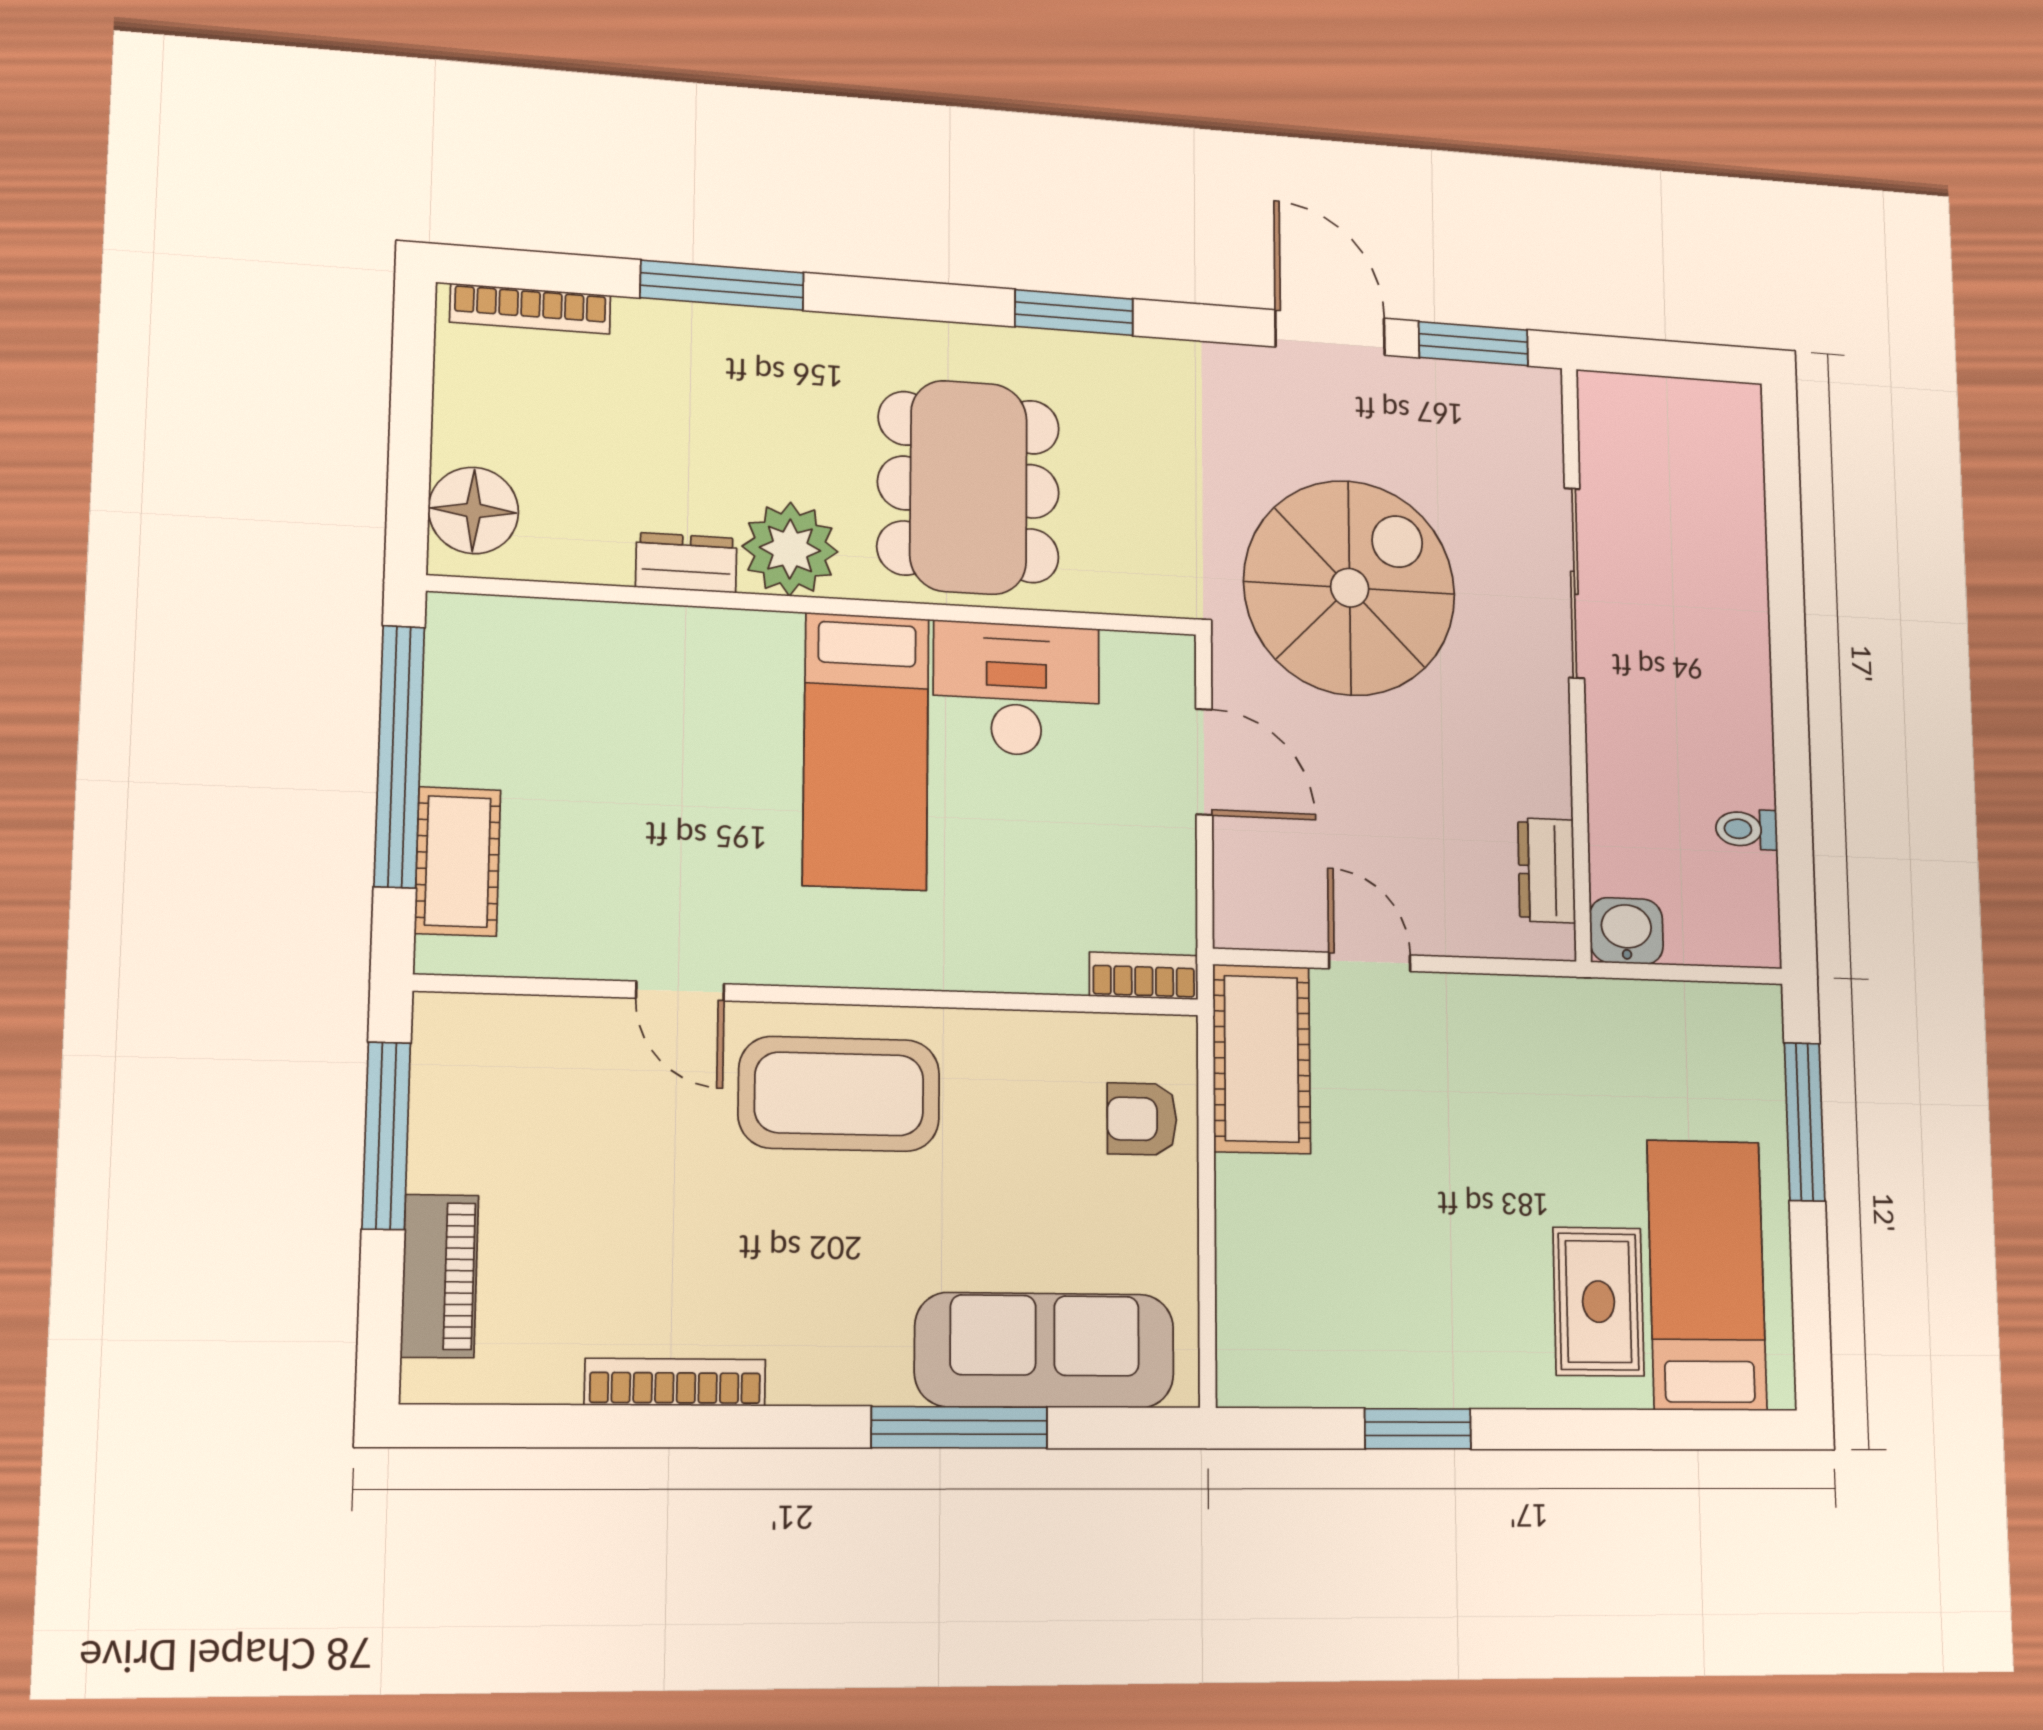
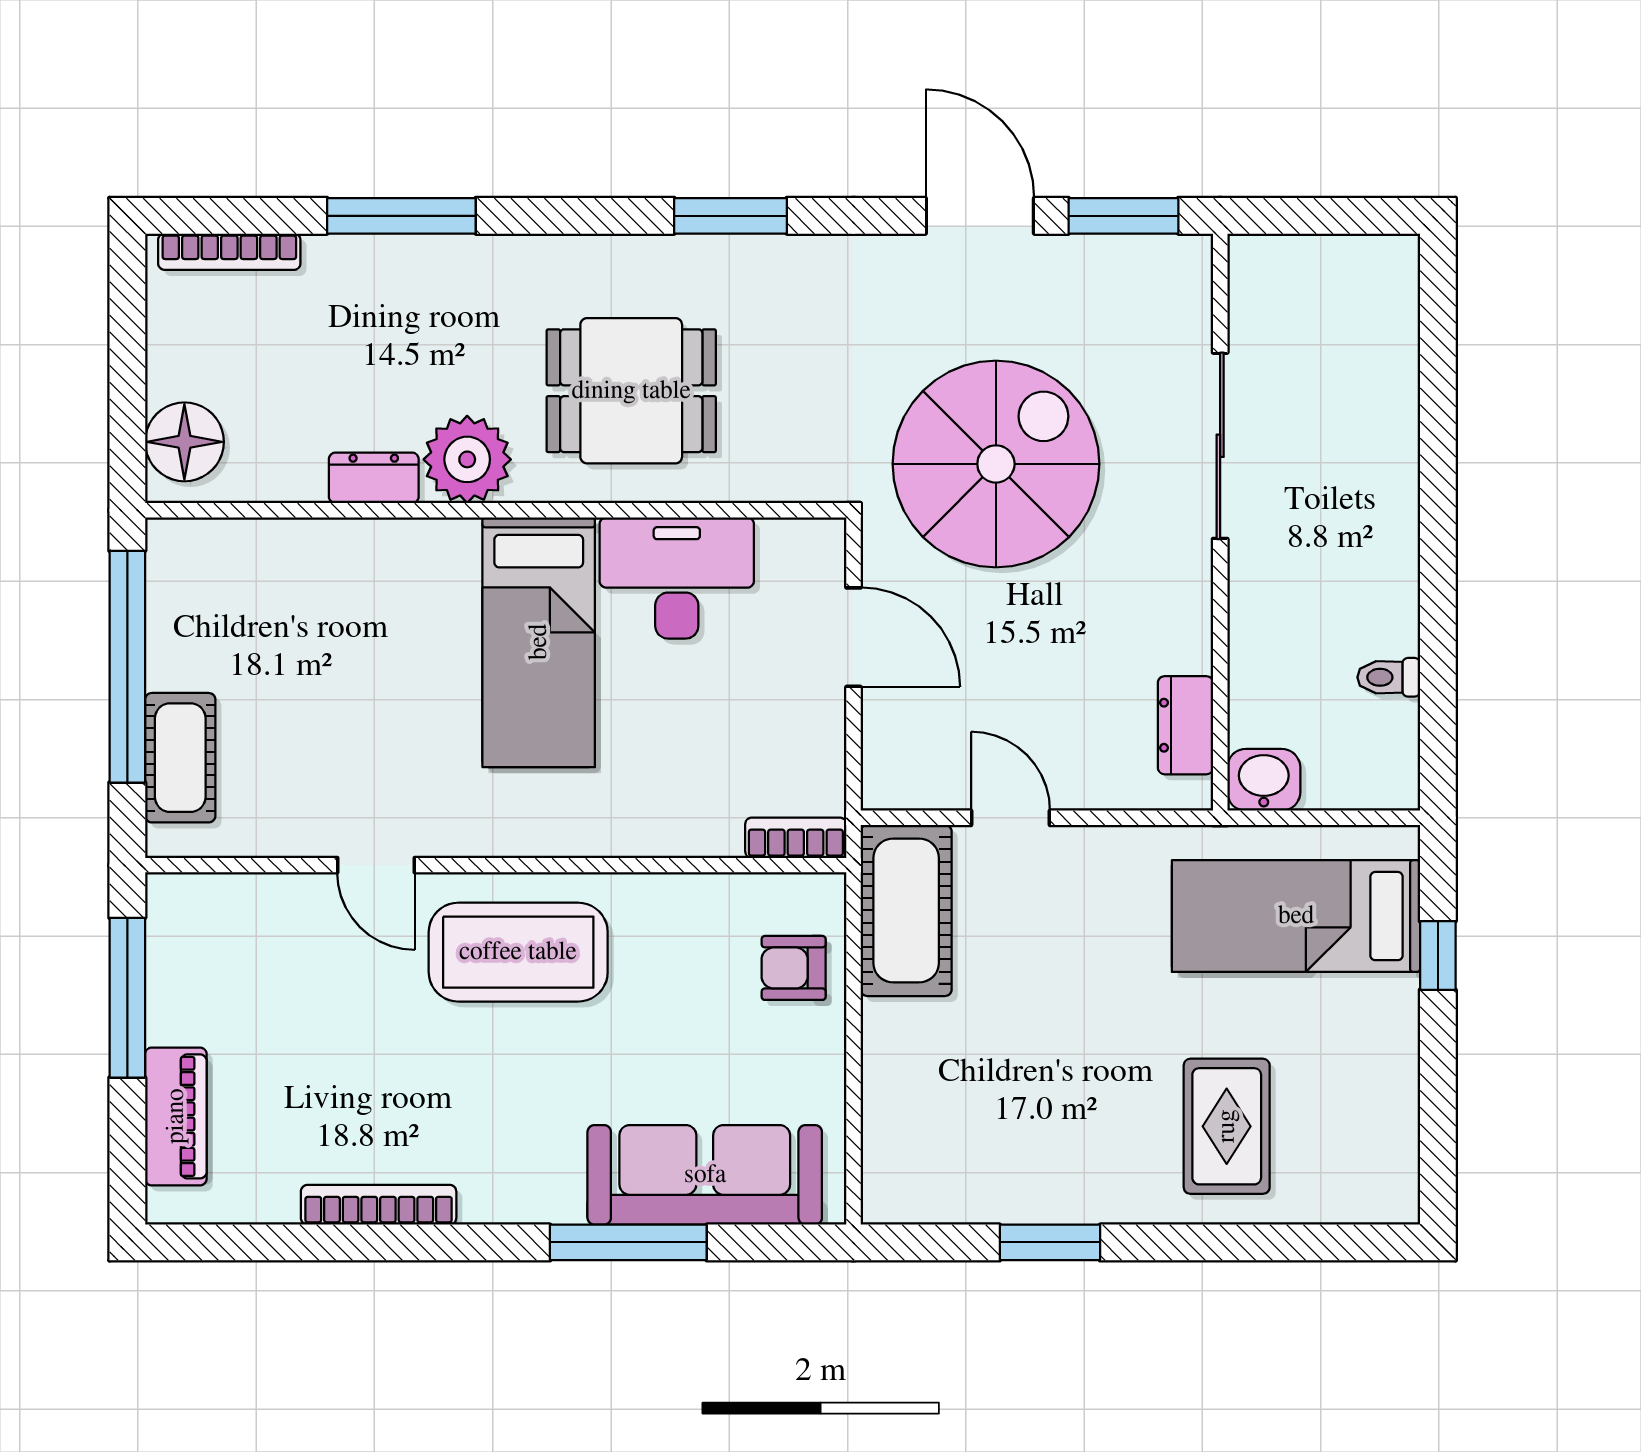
dining table: (969, 487) -> (631, 391), width x0.73
window: (1805, 1122) -> (1438, 956), width x0.46
bed: (1707, 1275) -> (1296, 916), moved, turned -90

